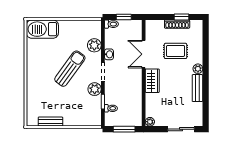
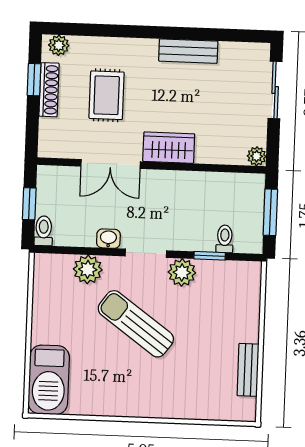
plant: (198, 69) -> (59, 45), moved

